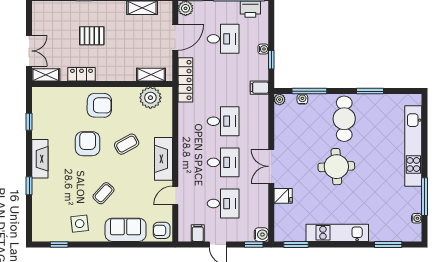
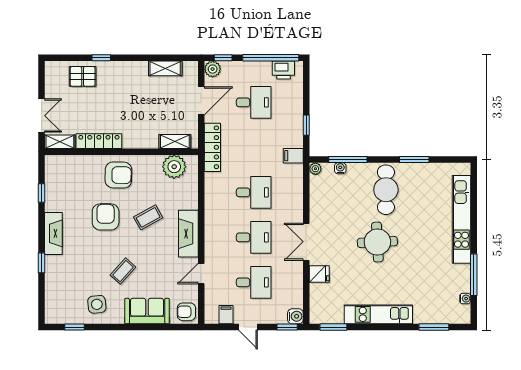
pallet: (92, 36) -> (83, 76), moved
water cooler: (263, 49) -> (297, 113), removed
locker: (81, 74) -> (99, 141), width x1.53

